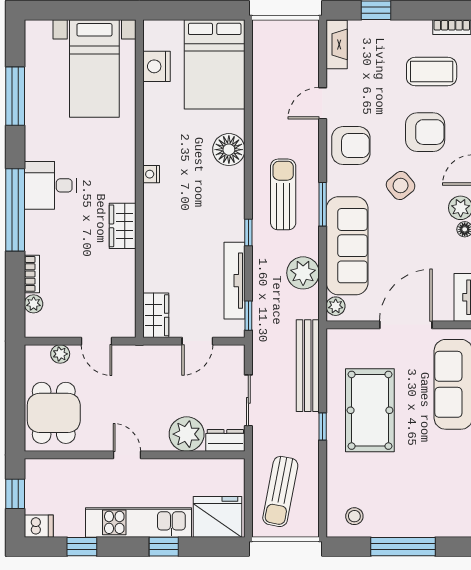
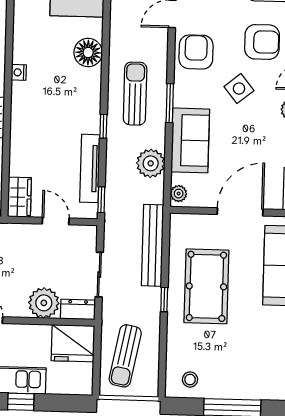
armchair: (351, 146) -> (196, 52), turned -90
sofa: (347, 246) -> (190, 140), width x0.73
door: (197, 341) -> (56, 221), swing flipped
fridge: (217, 517) -> (73, 343), moved, turned 180

